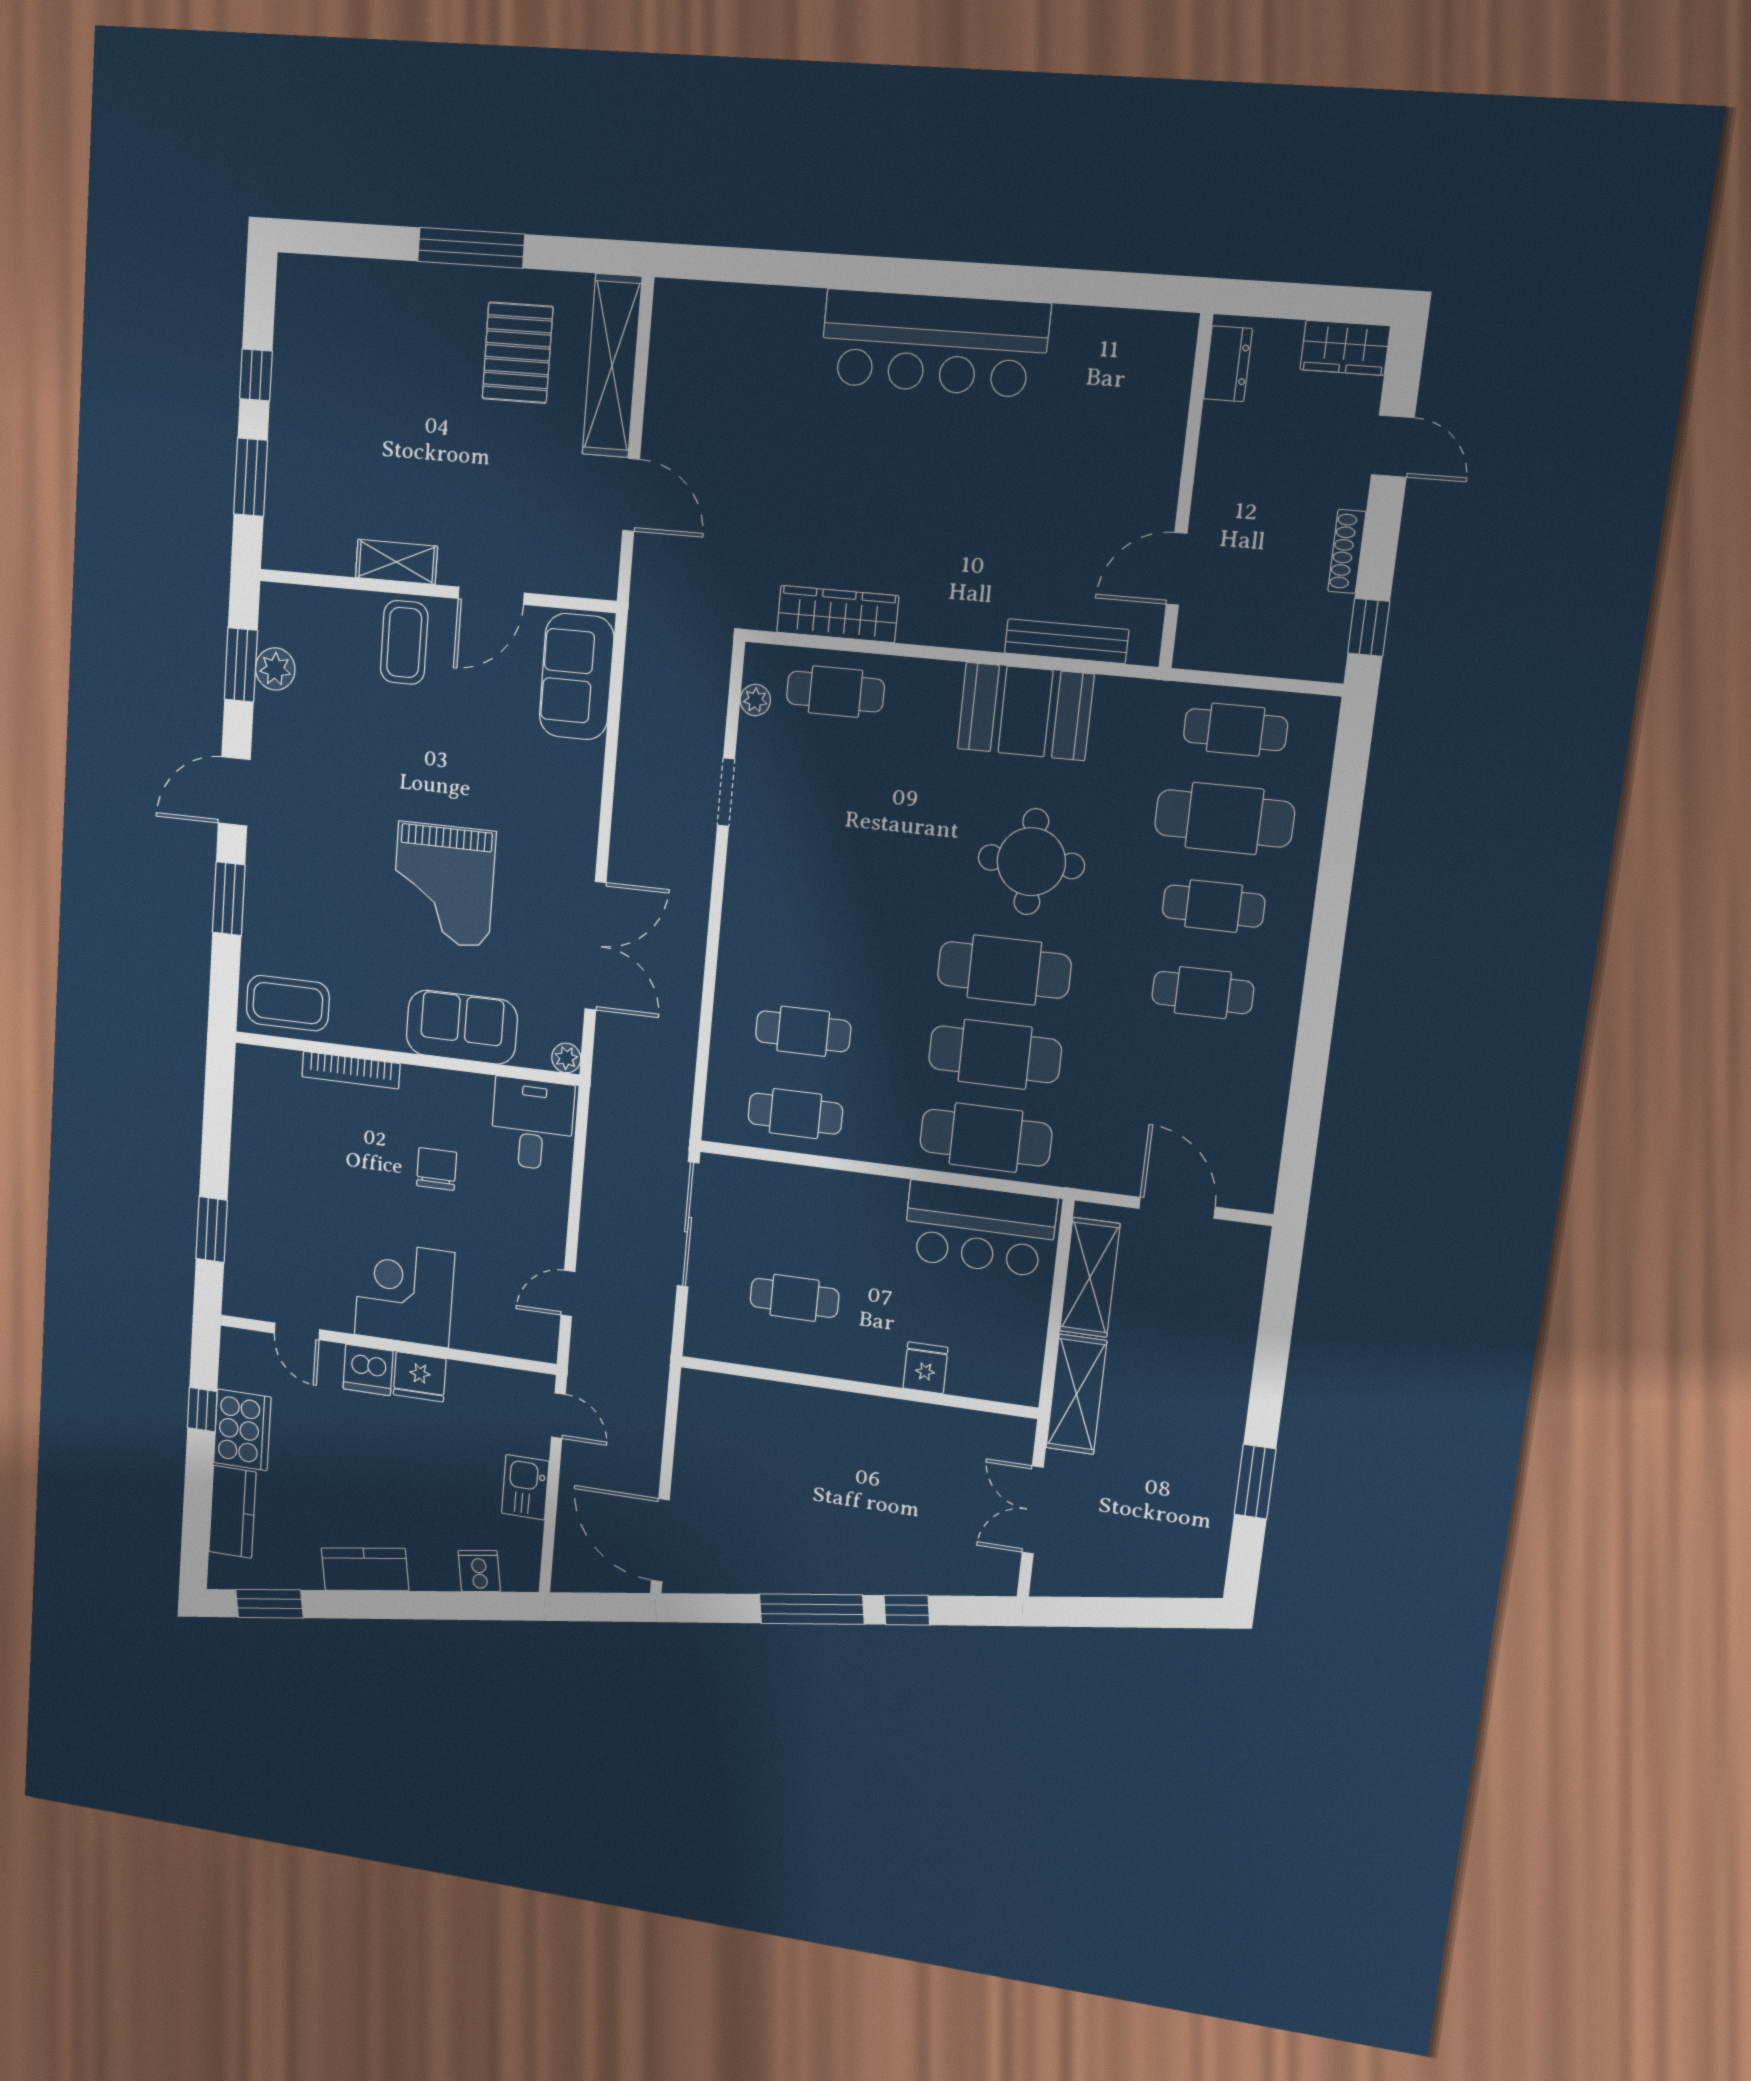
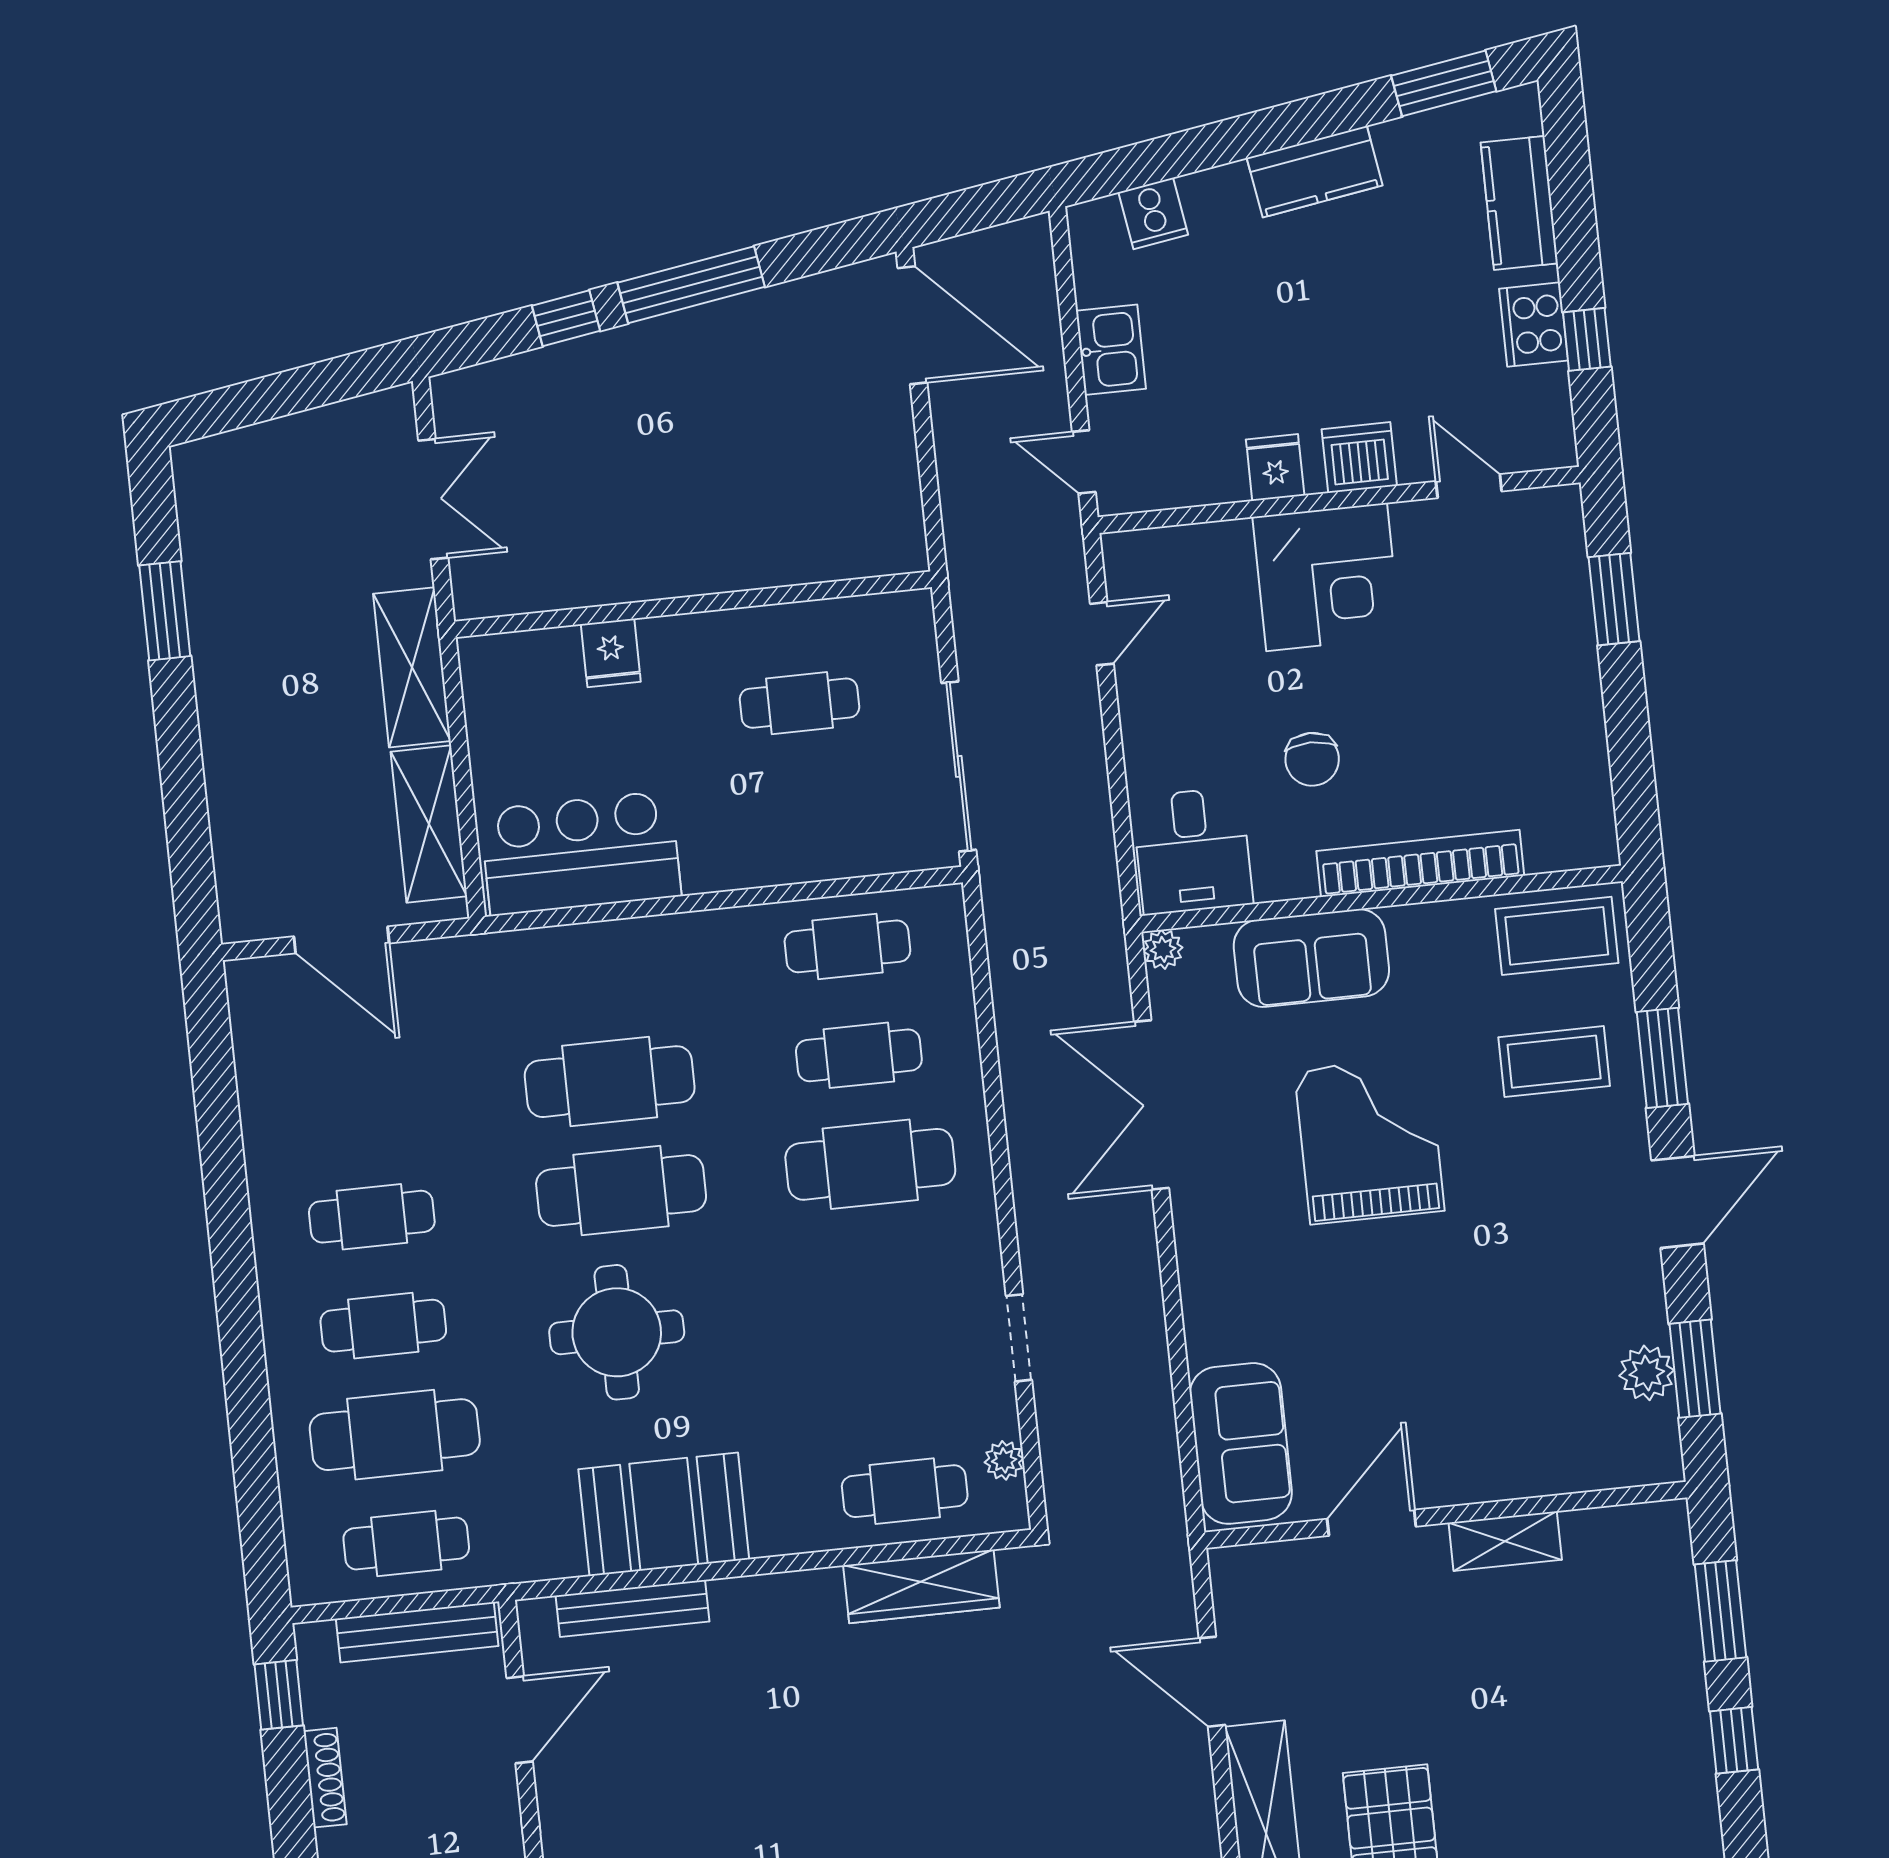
coffee table: (404, 642) -> (1554, 1062), moved, turned 90
bench: (1243, 656) -> (417, 1632), added
bookcase: (351, 1070) -> (1420, 863), width x1.48, depth x1.31
cafe table: (986, 1138) -> (870, 1164), moved
fridge: (420, 1377) -> (1275, 467), width x0.72
cooker: (242, 1430) -> (1534, 325), width x0.73, depth x0.76

